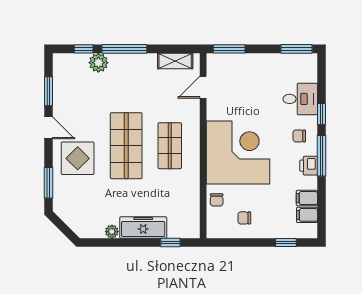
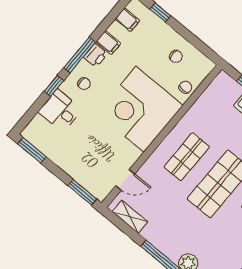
filing cabinet: (307, 198) -> (108, 43), moved

